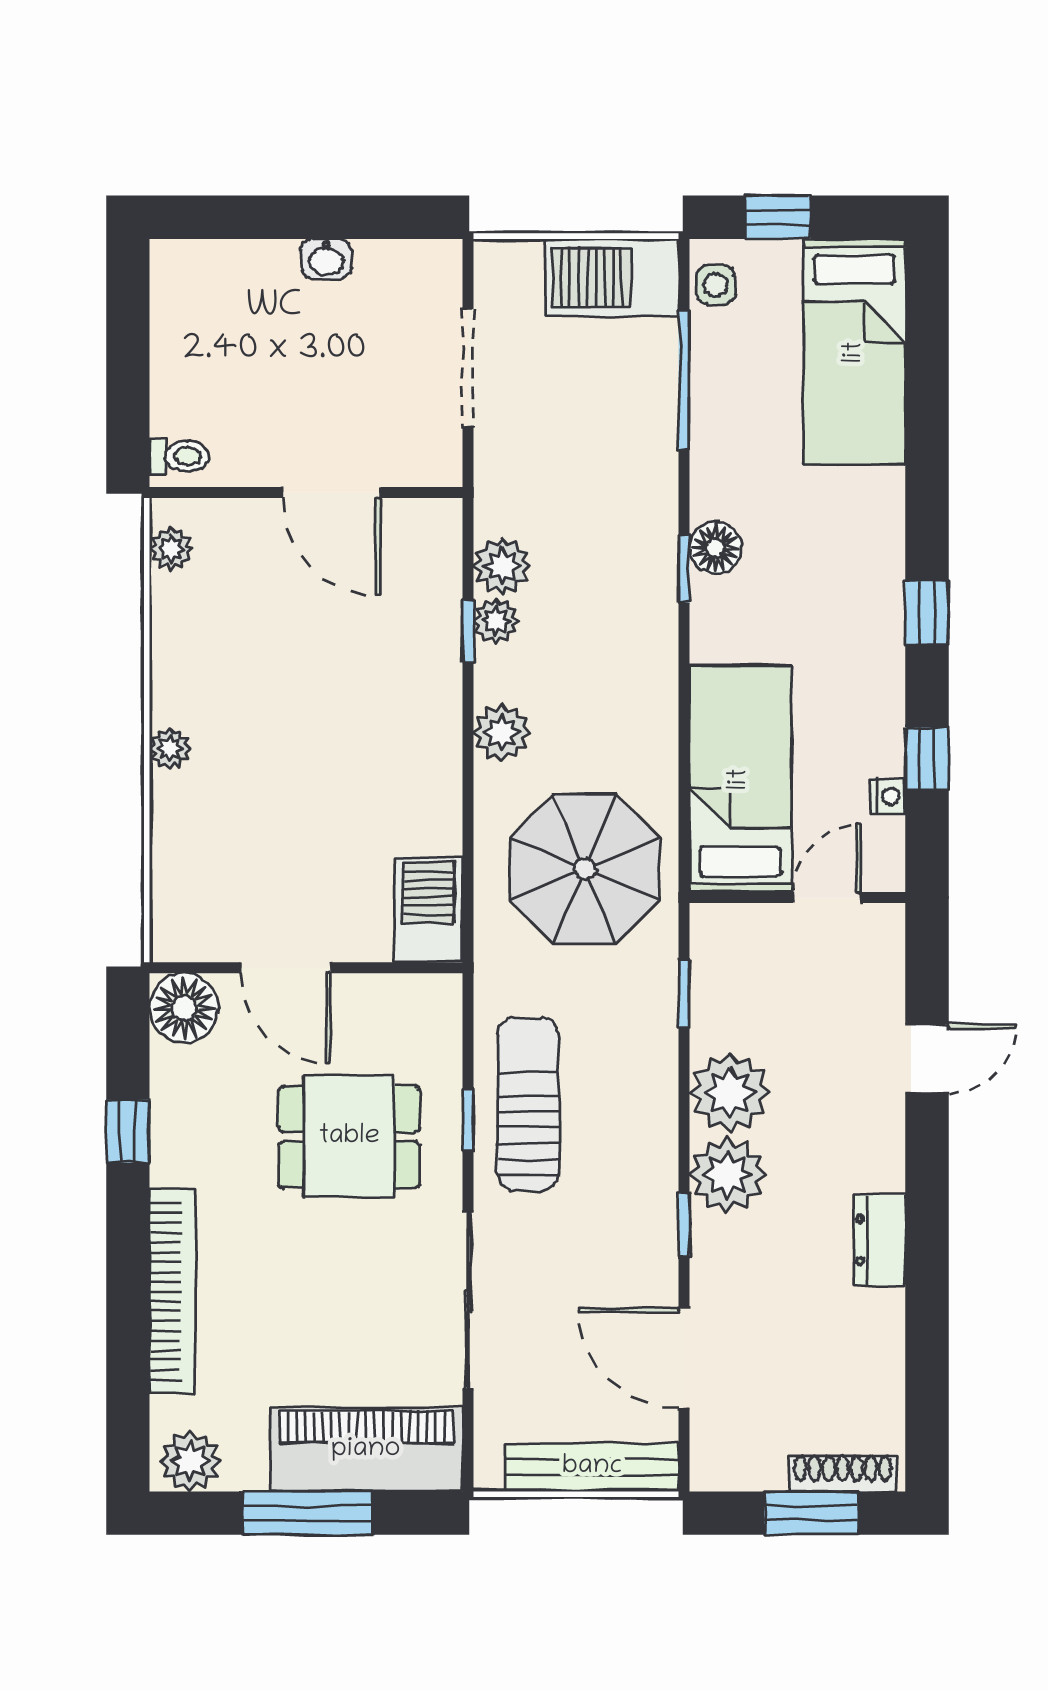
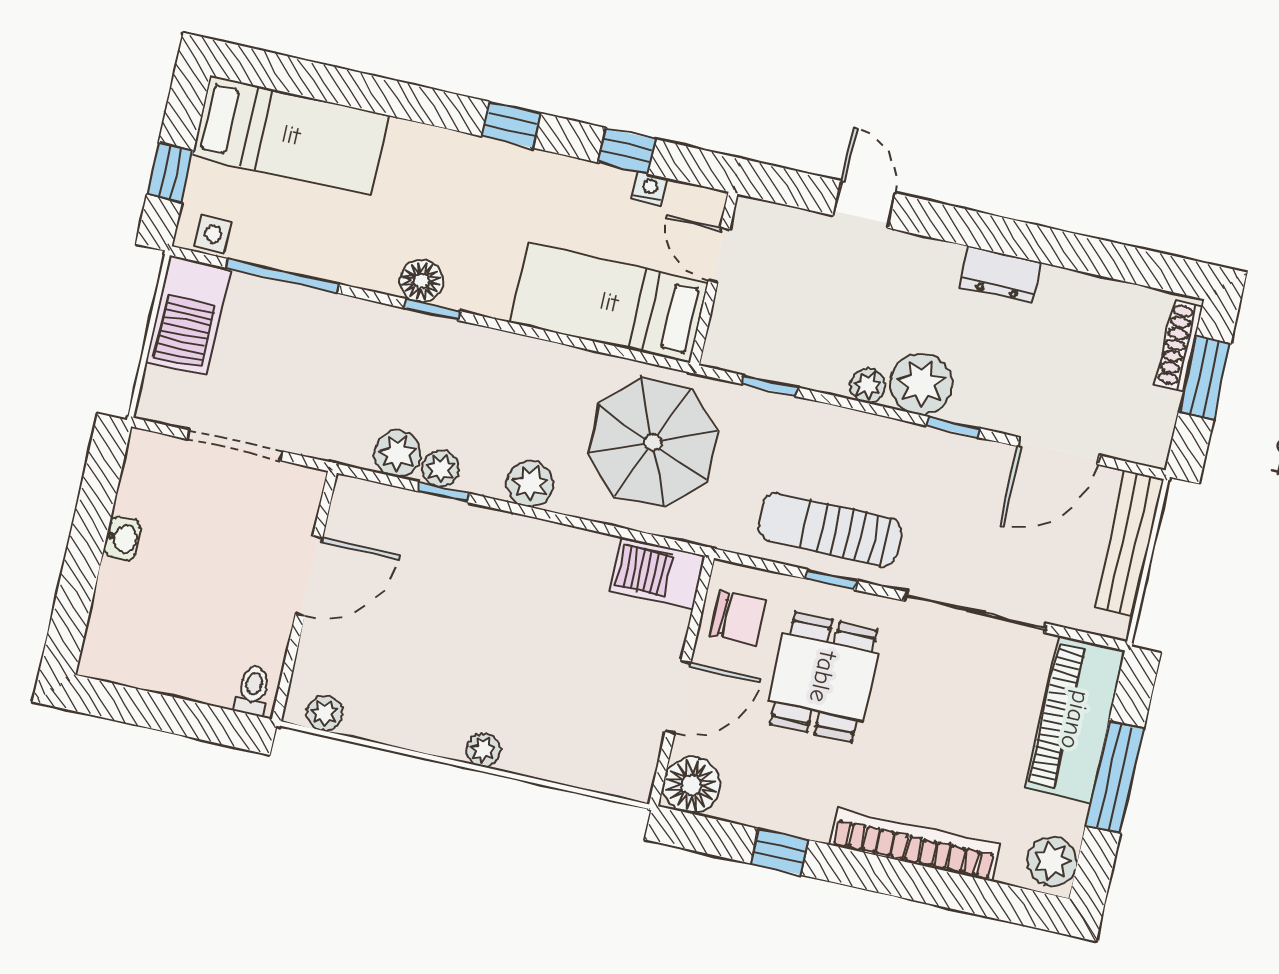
chair: (396, 1019) -> (738, 618), added
plant: (730, 1093) -> (868, 385), width x0.53, depth x0.53

